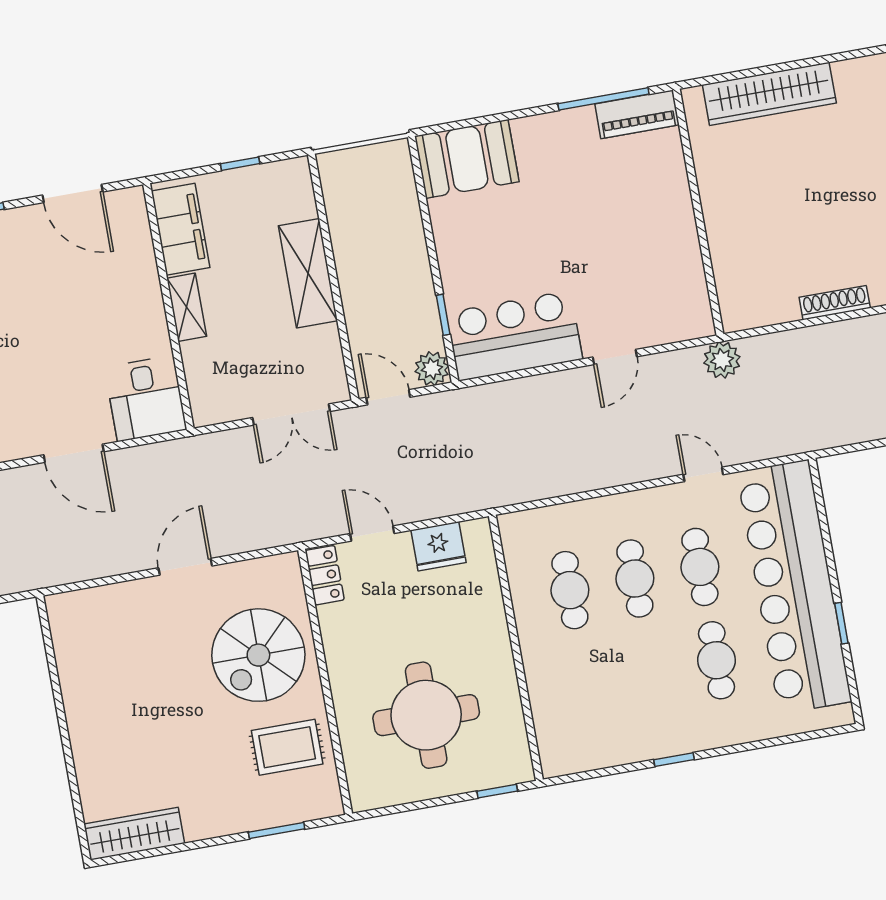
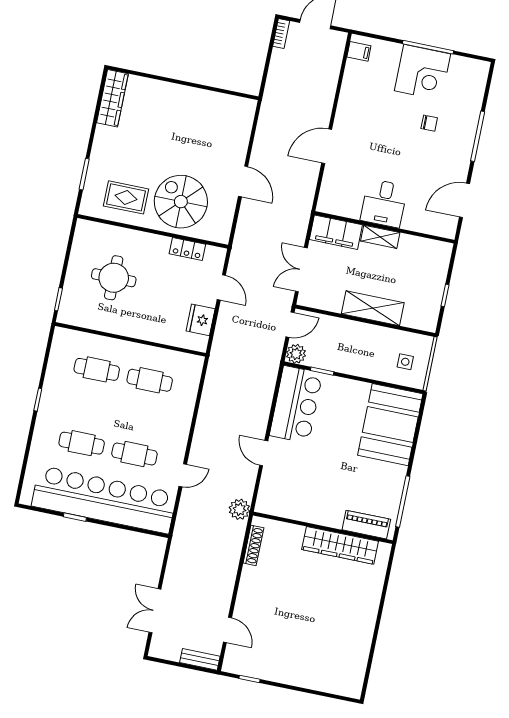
wardrobe: (769, 94) -> (340, 545), moved, turned -90
piano: (637, 114) -> (366, 525), moved, turned 90
booth: (467, 159) -> (390, 425), width x1.36, depth x1.42
side table: (374, 185) -> (405, 362), added
filing cabinet: (181, 229) -> (336, 232), moved
shoe rack: (835, 303) -> (253, 545), moved
desk: (146, 399) -> (384, 203), moved, turned -90
door: (372, 533) -> (221, 287), hinge flipped
locker: (325, 575) -> (187, 249), moved
cafe table: (635, 579) -> (97, 369), moved
round table: (426, 715) -> (114, 278), width x0.73, depth x0.73
rug: (287, 747) -> (126, 197), turned 90

